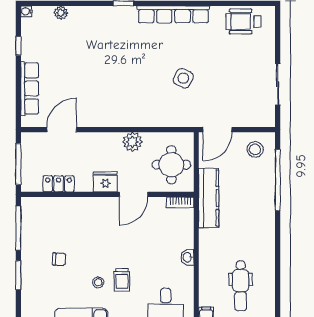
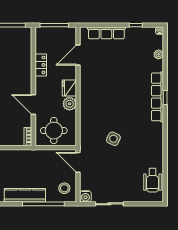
row of seats: (173, 14) -> (157, 97), moved
wheelchair: (243, 22) -> (153, 180), turned 180
water cooler: (267, 119) -> (85, 196), added
door: (62, 130) -> (78, 55), swing flipped
fridge: (105, 182) -> (69, 88), moved, turned 180
locker: (59, 184) -> (41, 65), moved
kitchen counter: (209, 198) -> (25, 195), moved, turned 180

